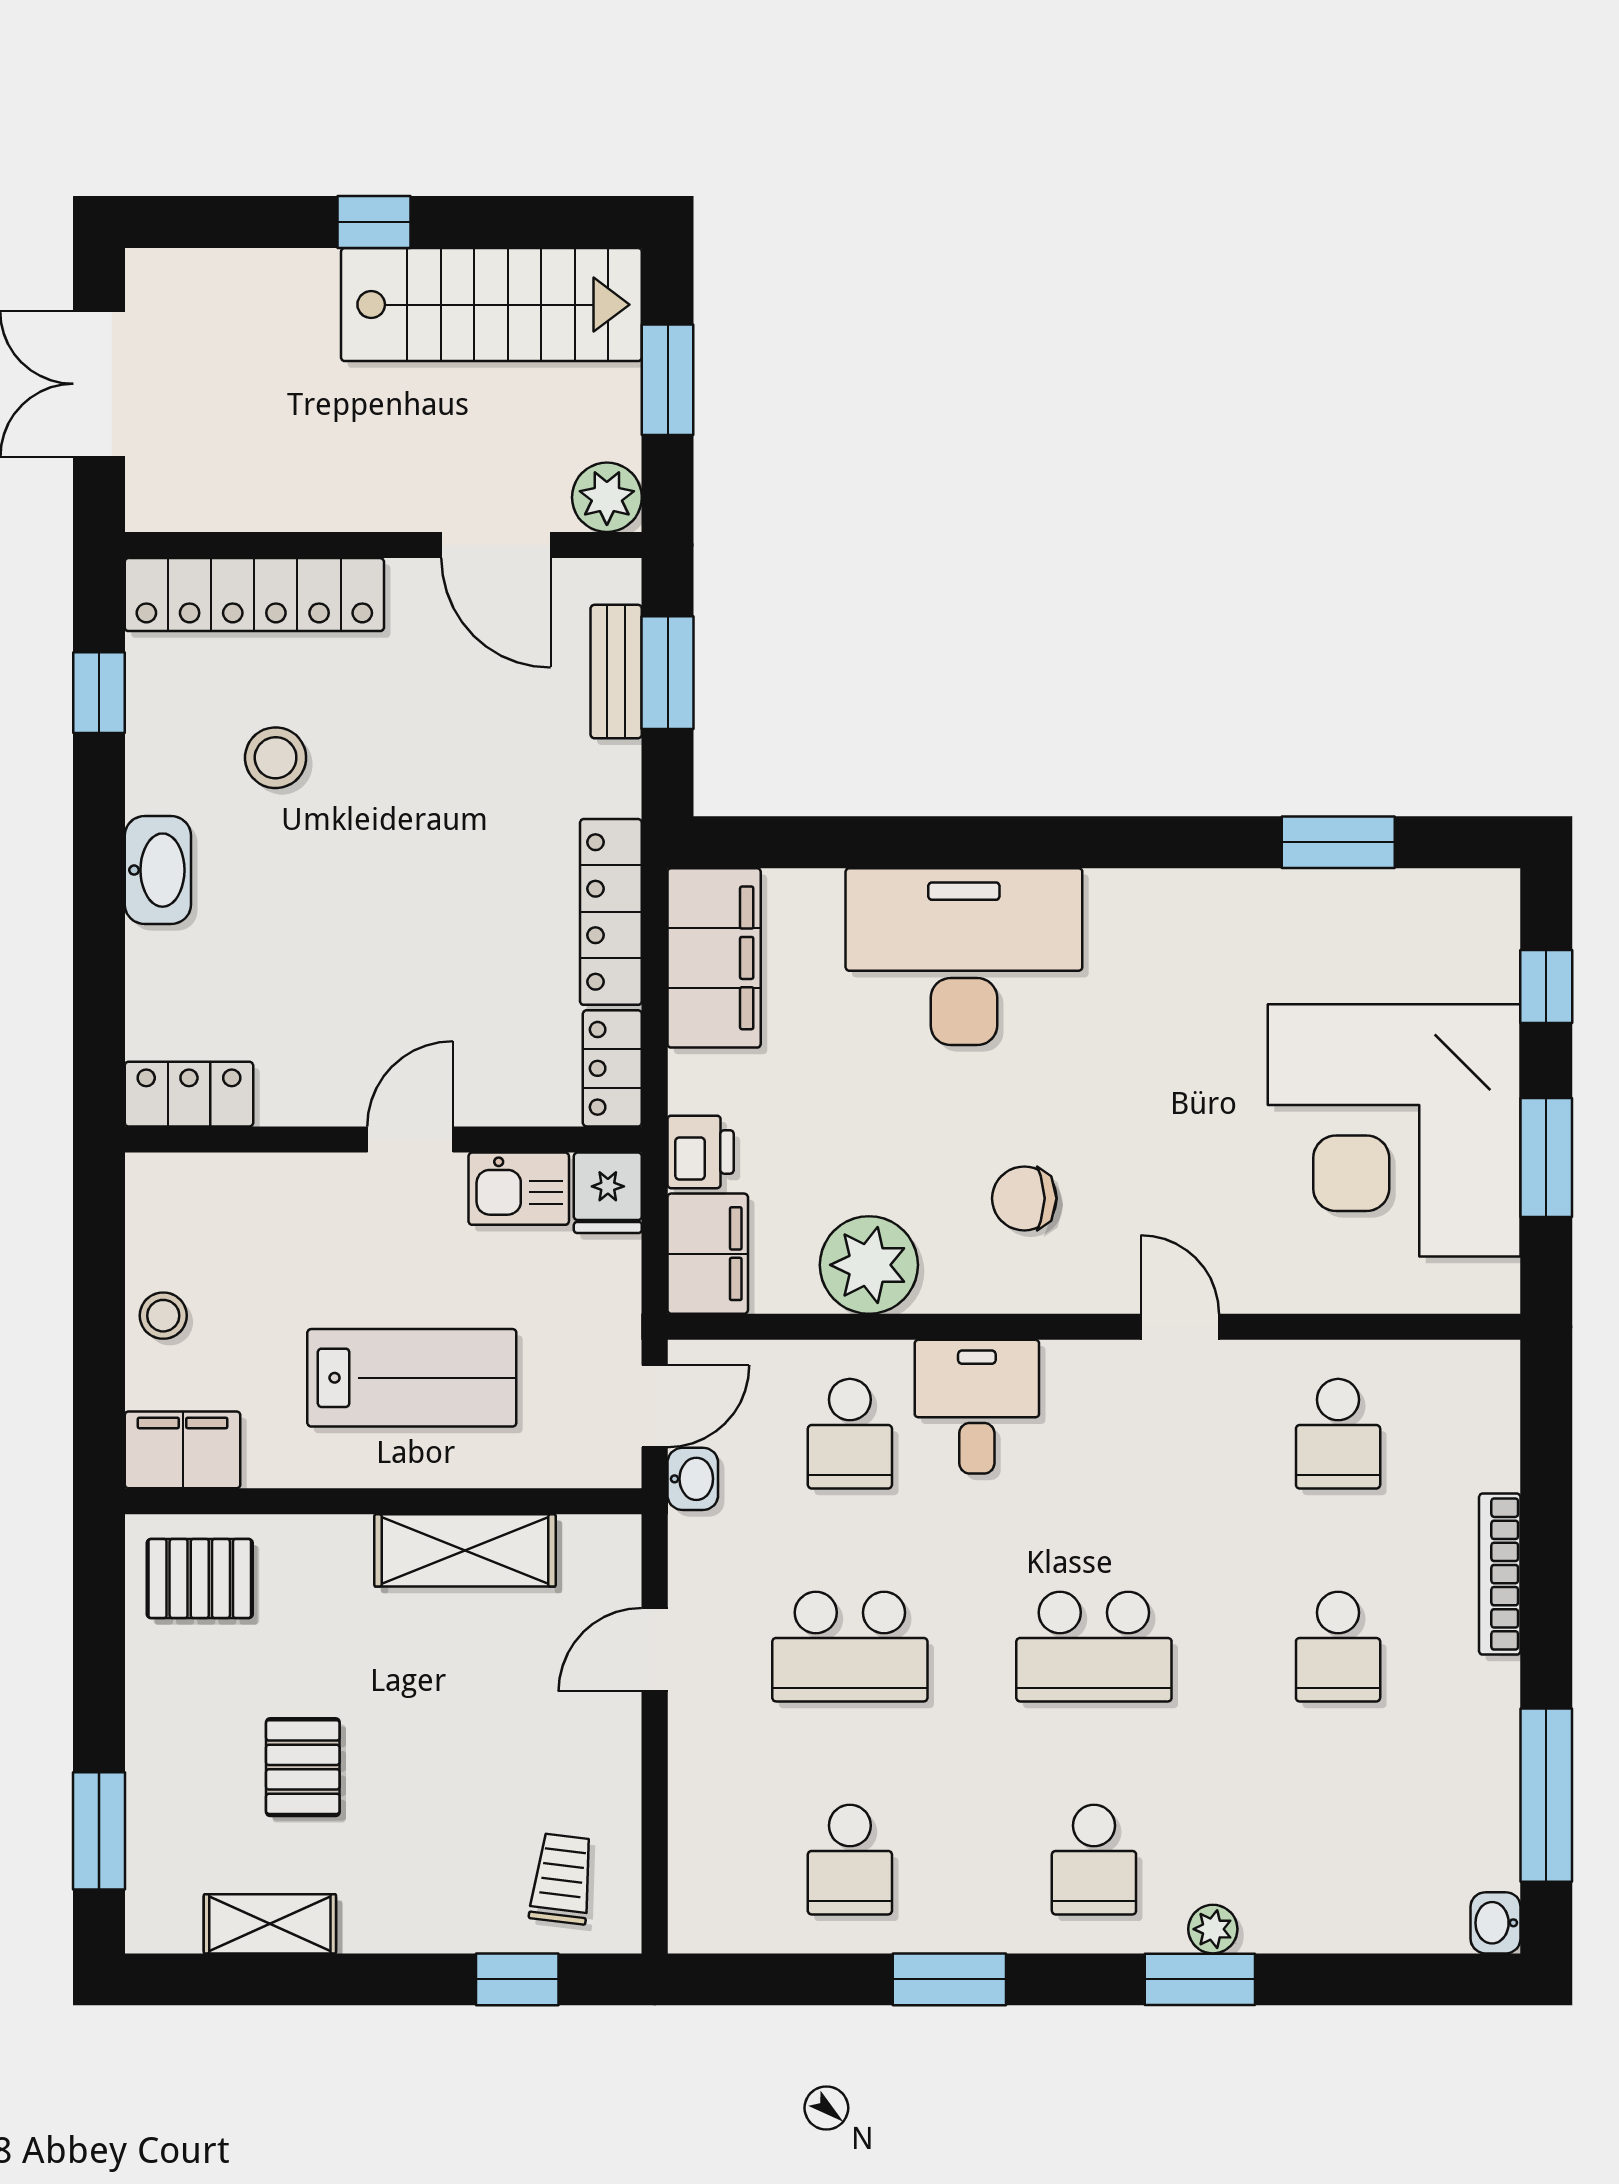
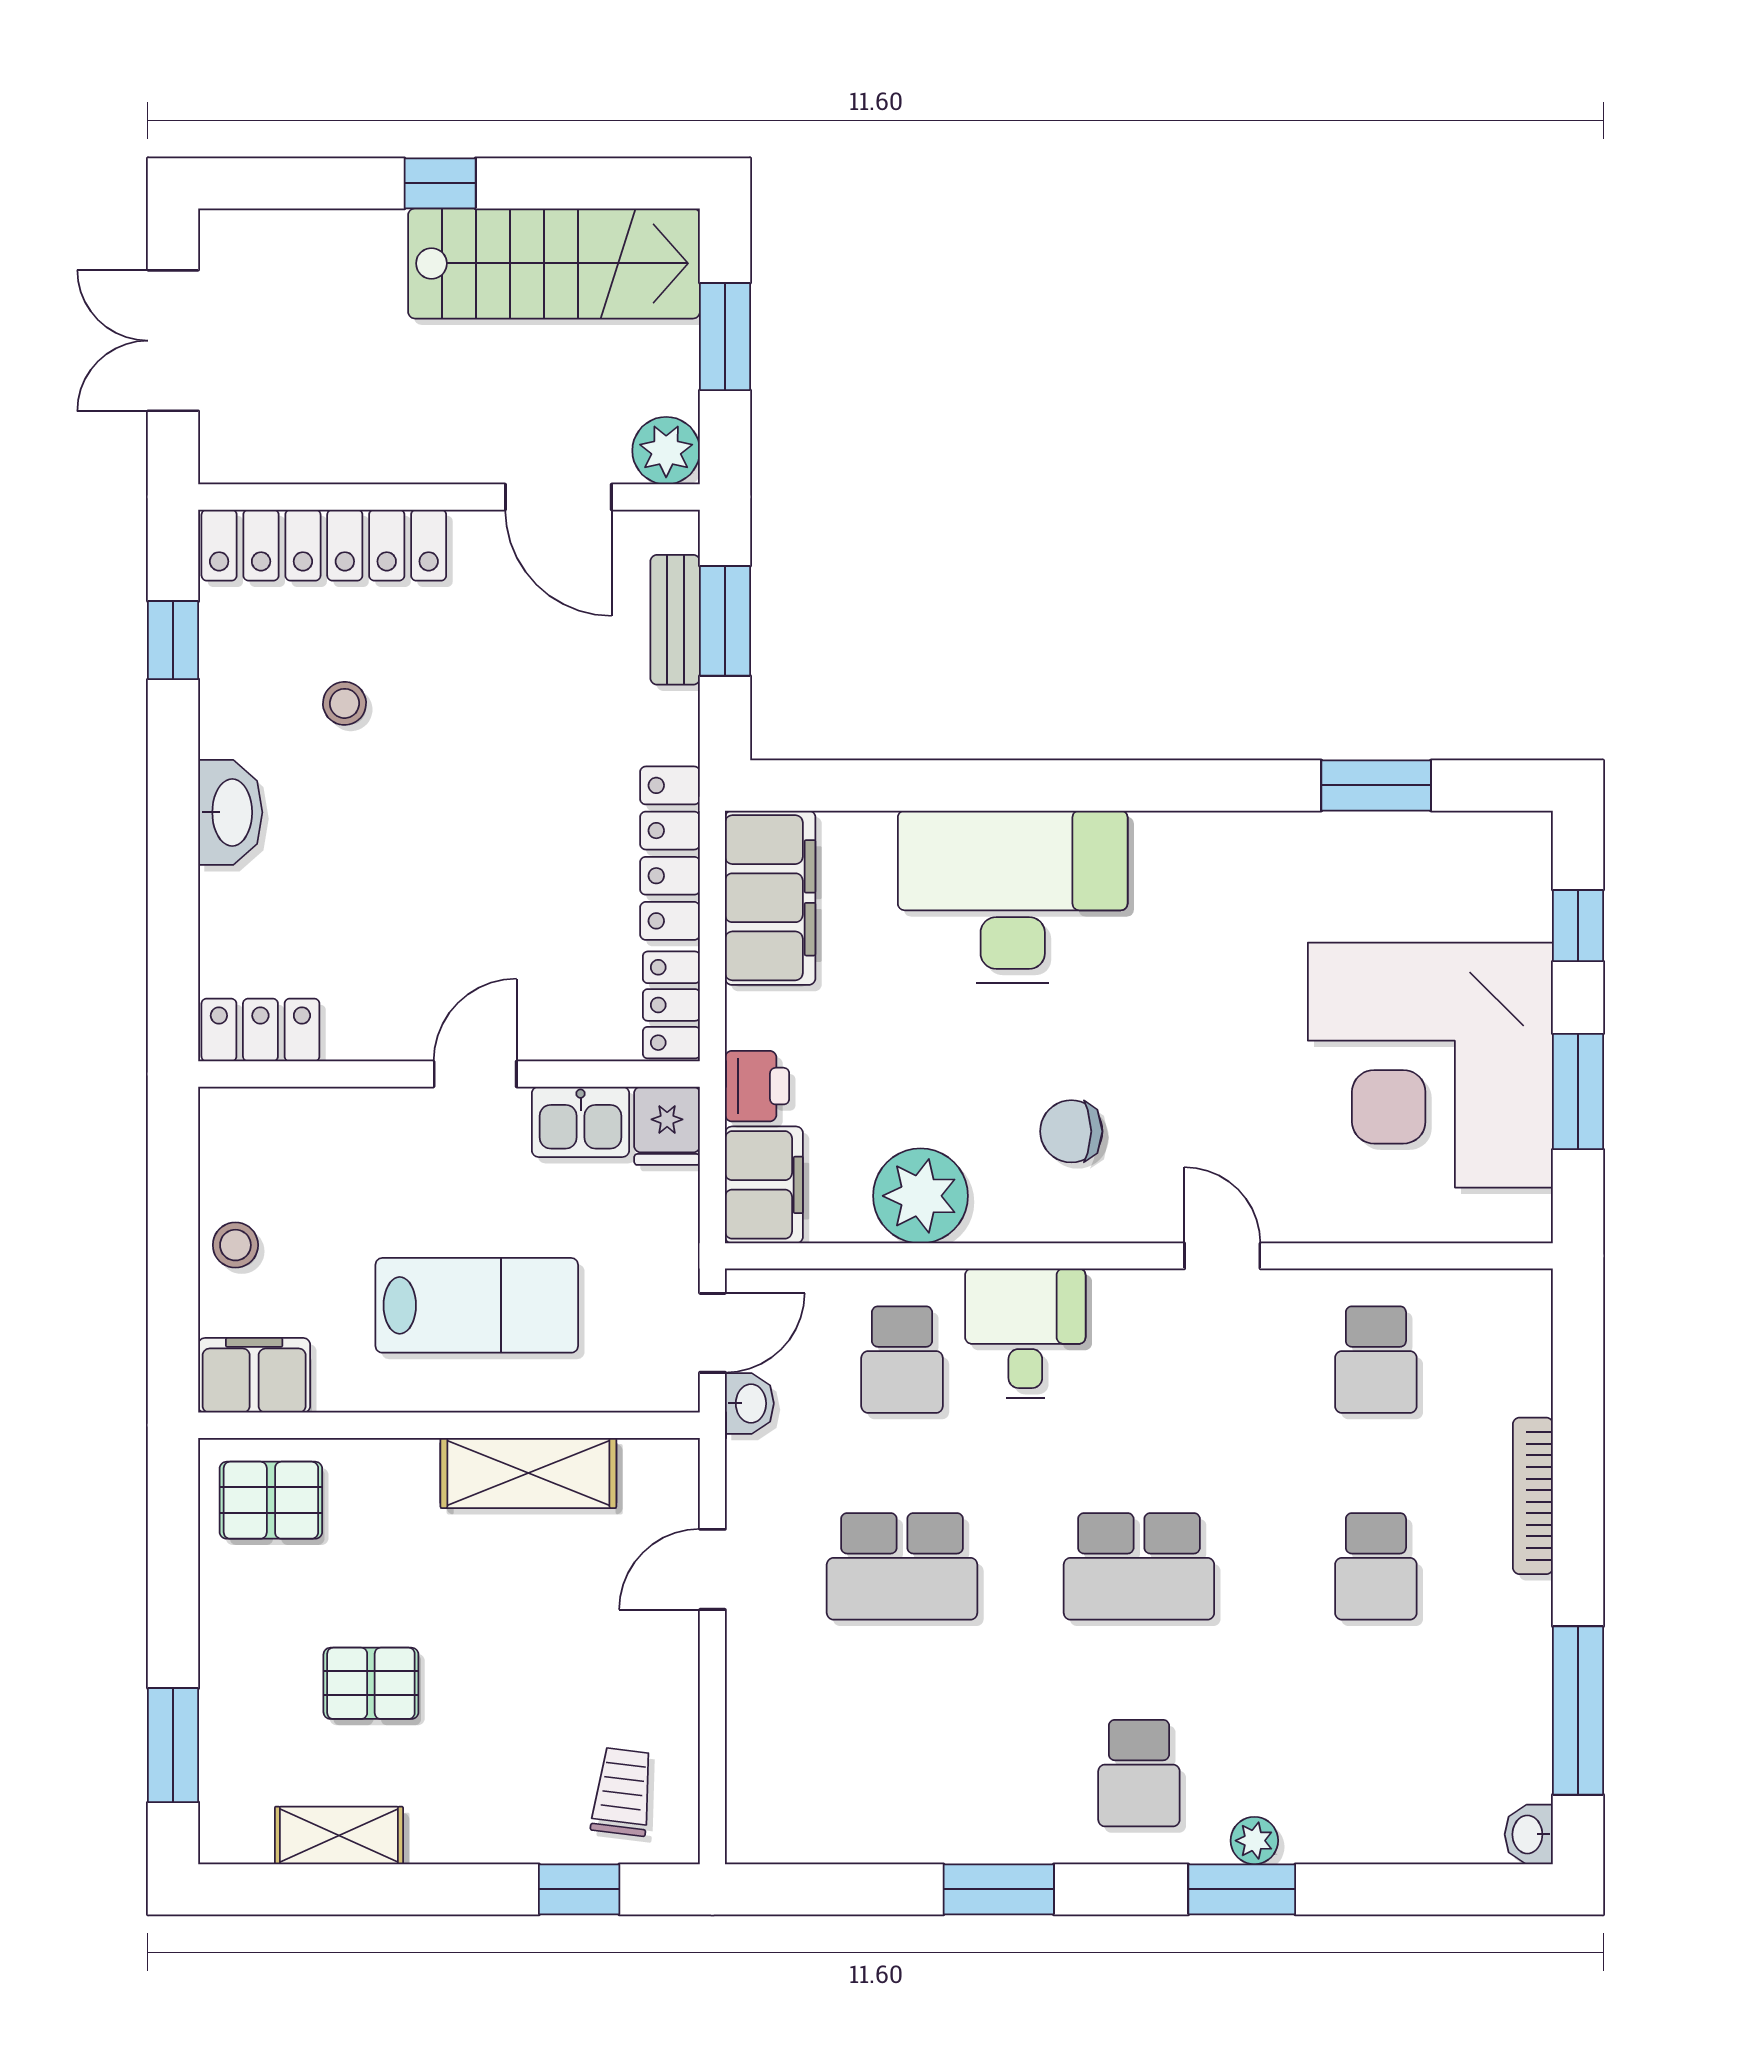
stool: (276, 758) -> (344, 703), width x0.73, depth x0.73
pallet: (303, 1767) -> (371, 1683), turned 90
school desk: (850, 1860) -> (902, 1773), removed

